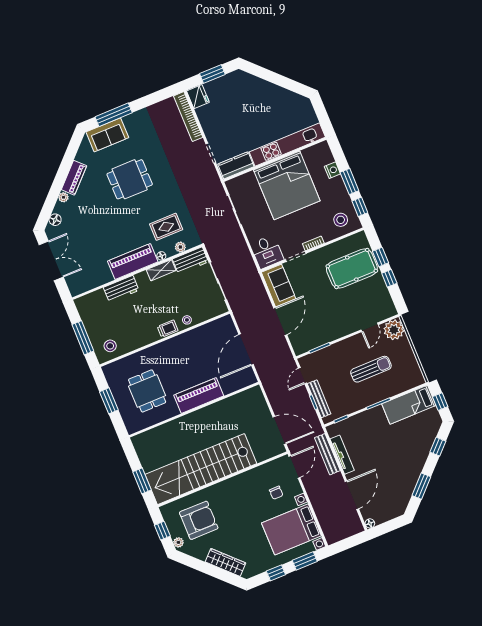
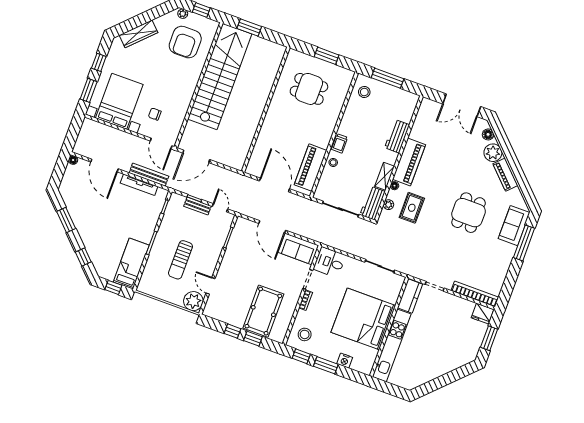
plant: (63, 197) -> (493, 153), width x1.87, depth x1.87
piano: (199, 396) -> (310, 168), moved, turned 180
bench: (319, 399) -> (197, 206), width x0.73

